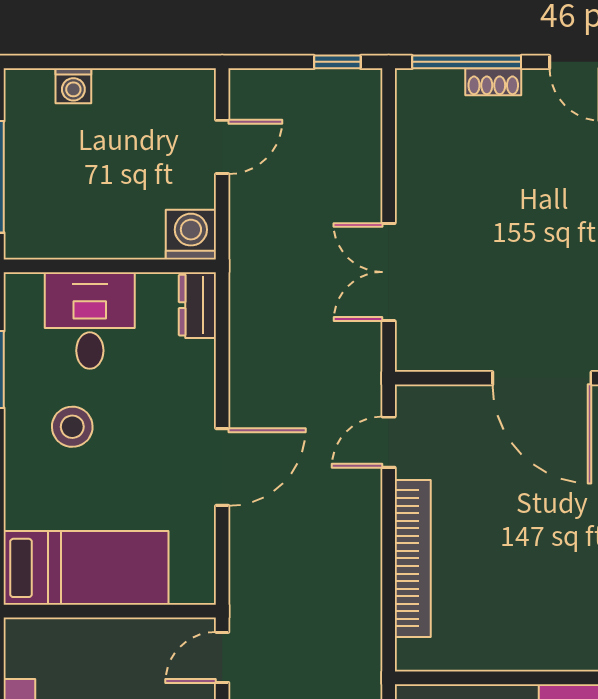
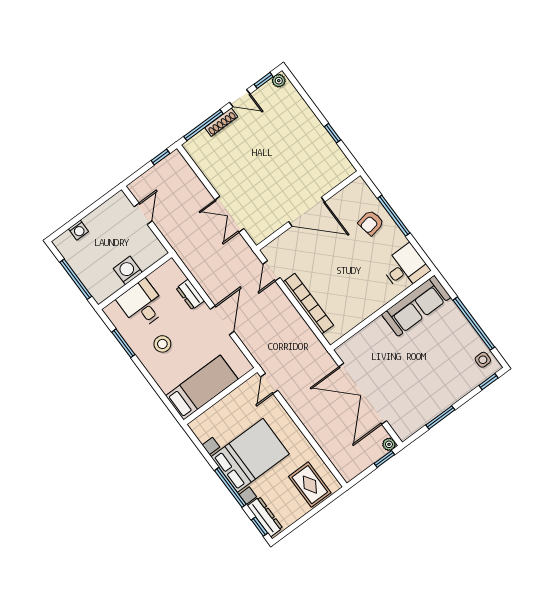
shoe rack: (493, 82) -> (221, 122), width x1.43
washing machine: (191, 235) -> (128, 270), moved
dresser: (197, 305) -> (190, 294), moved

